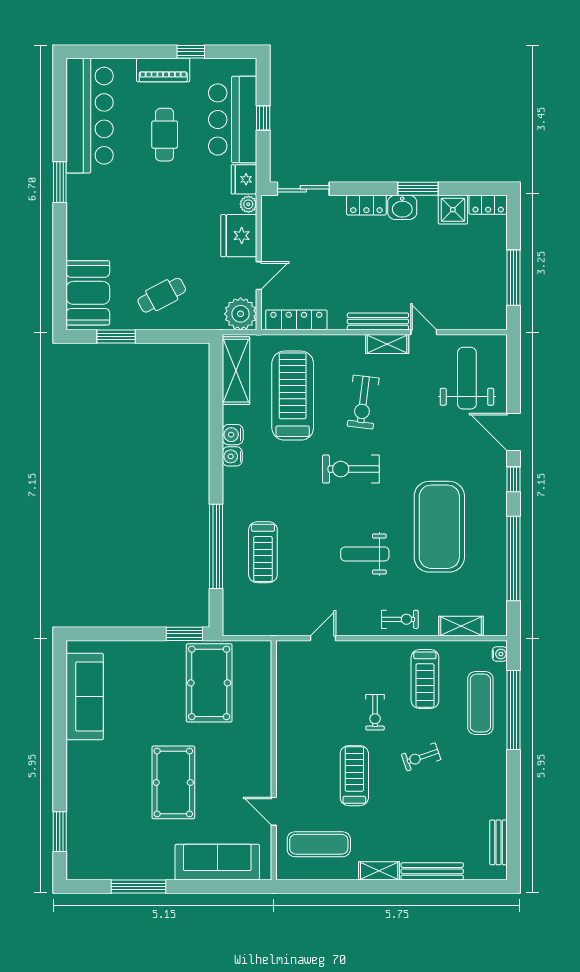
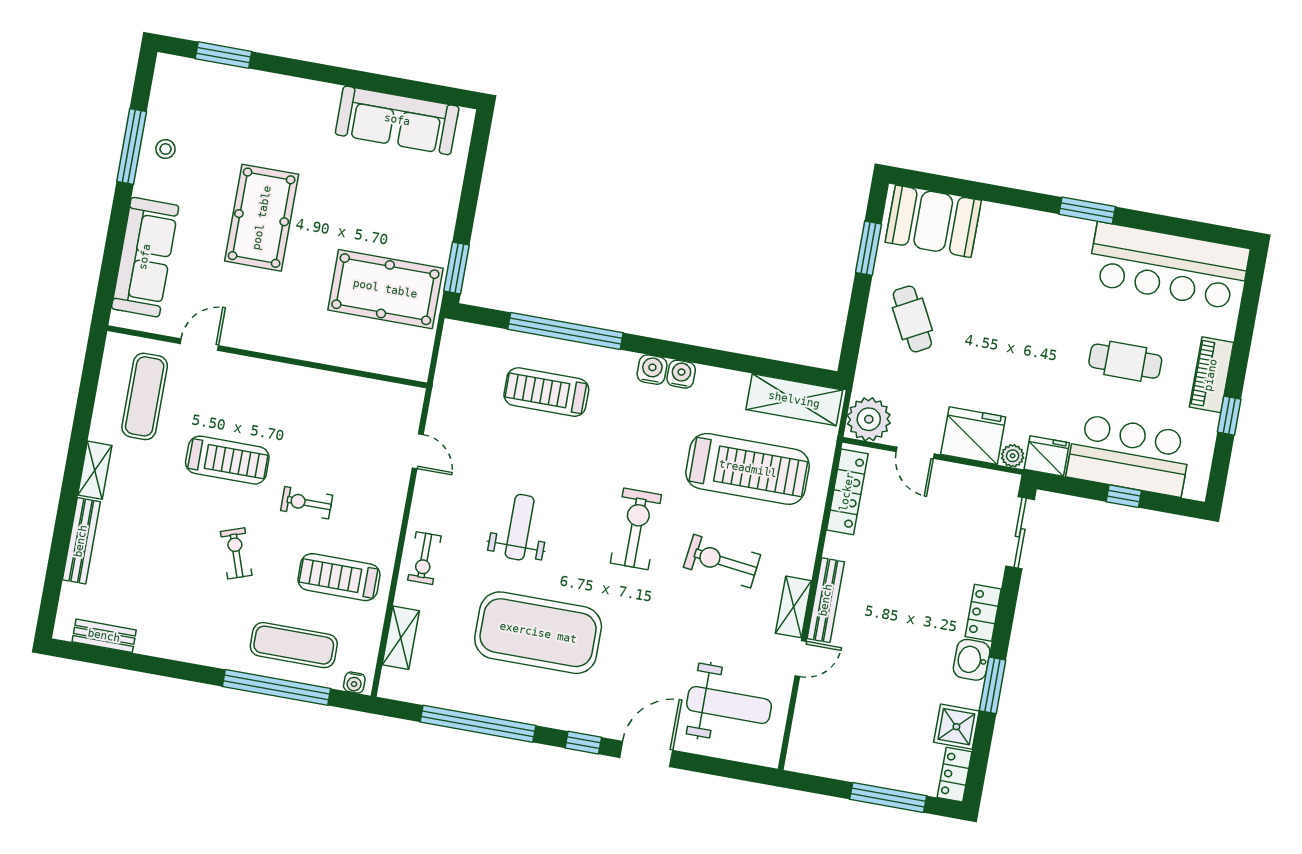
window: (514, 278) -> (888, 798), moved
water cooler: (233, 435) -> (652, 370), moved
pool table: (173, 782) -> (262, 218), turned 90
stool: (136, 861) -> (165, 149), added

